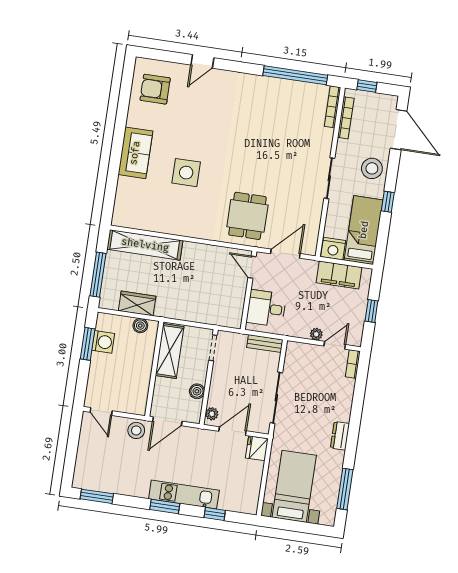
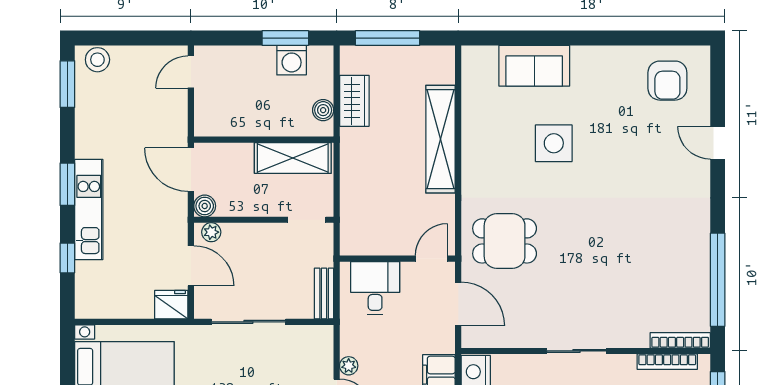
armchair: (155, 89) -> (667, 81), turned 180
sofa: (135, 153) -> (534, 66), moved
shelving: (145, 245) -> (441, 139), moved
boiler: (197, 391) -> (205, 206), moved
stool: (136, 430) -> (97, 60), moved

